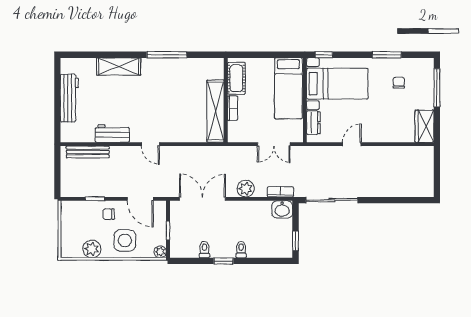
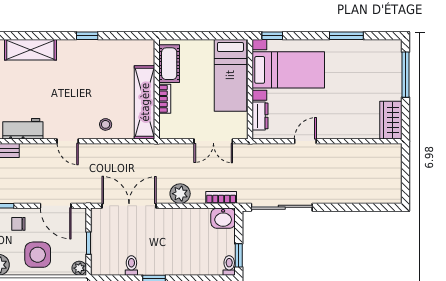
window: (167, 55) -> (87, 36), width x0.46
chair: (399, 83) -> (361, 69), removed
stool: (182, 130) -> (106, 124), added
toilet: (241, 249) -> (229, 265), moved

